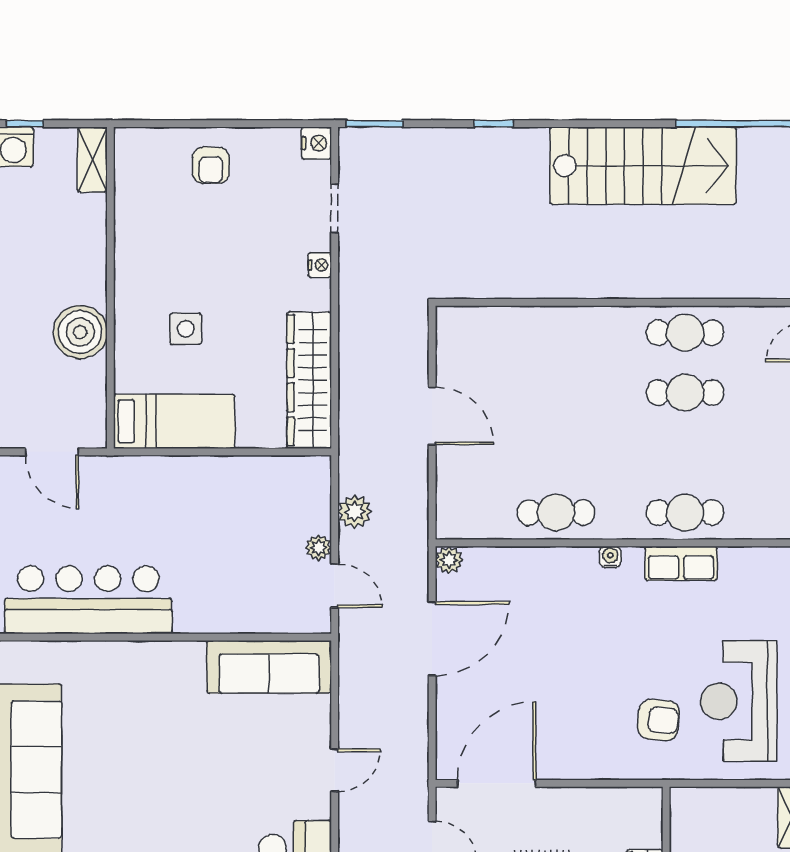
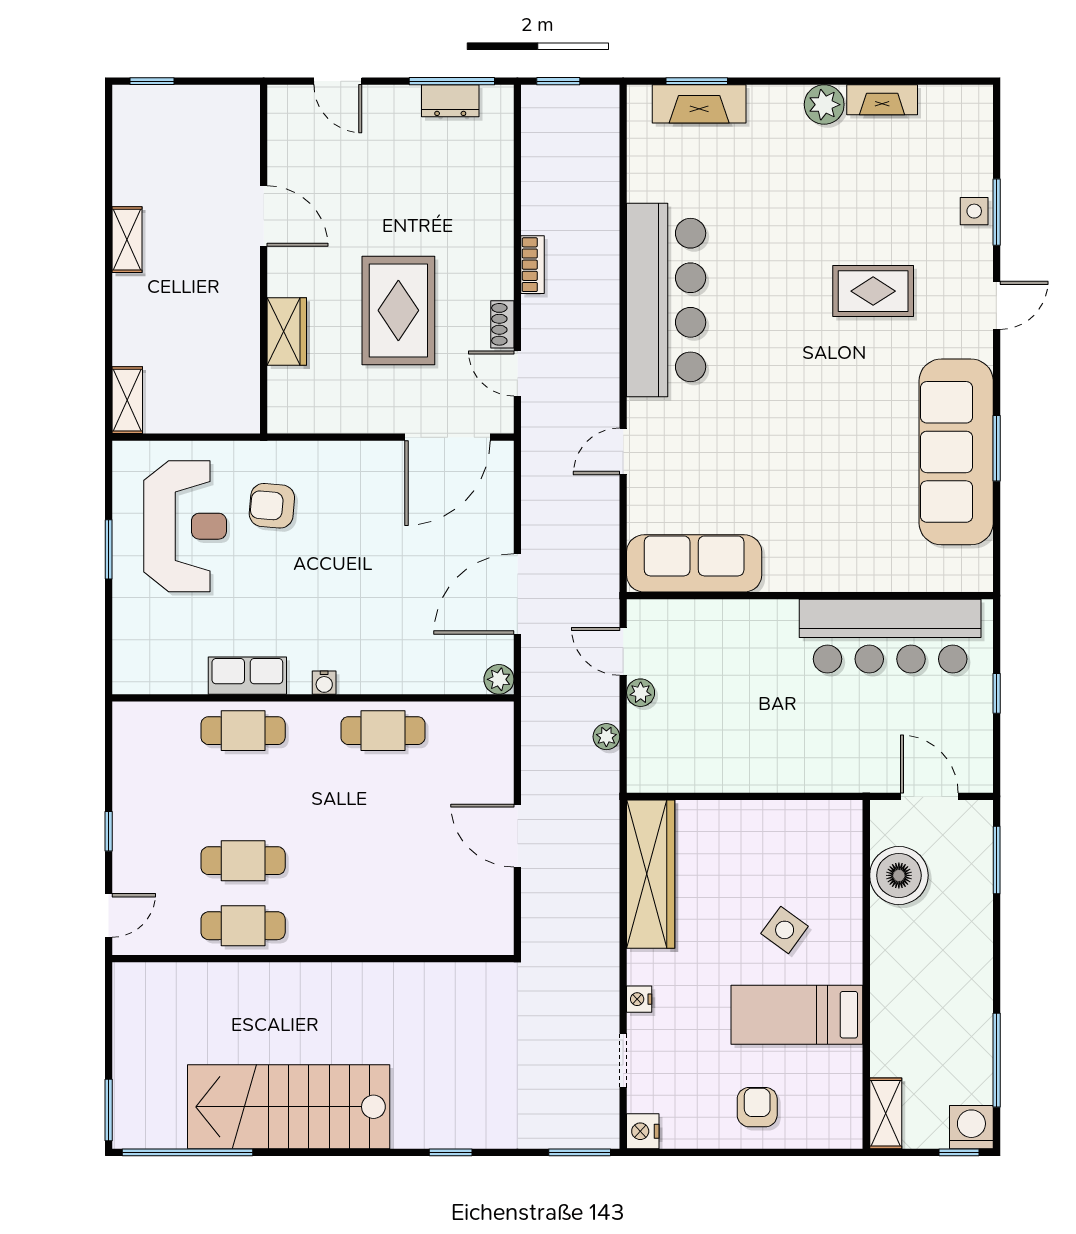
side table: (186, 329) -> (785, 930), turned 36
boiler: (80, 332) -> (899, 875), moved
bed: (174, 421) -> (797, 1015), moved
plant: (355, 512) -> (606, 737), width x0.73, depth x0.73

